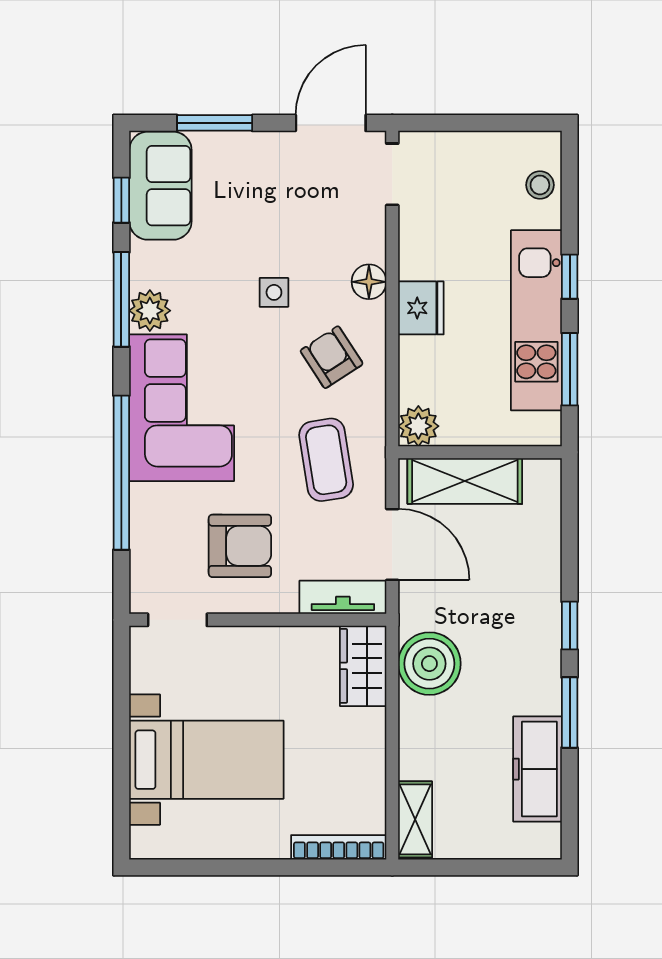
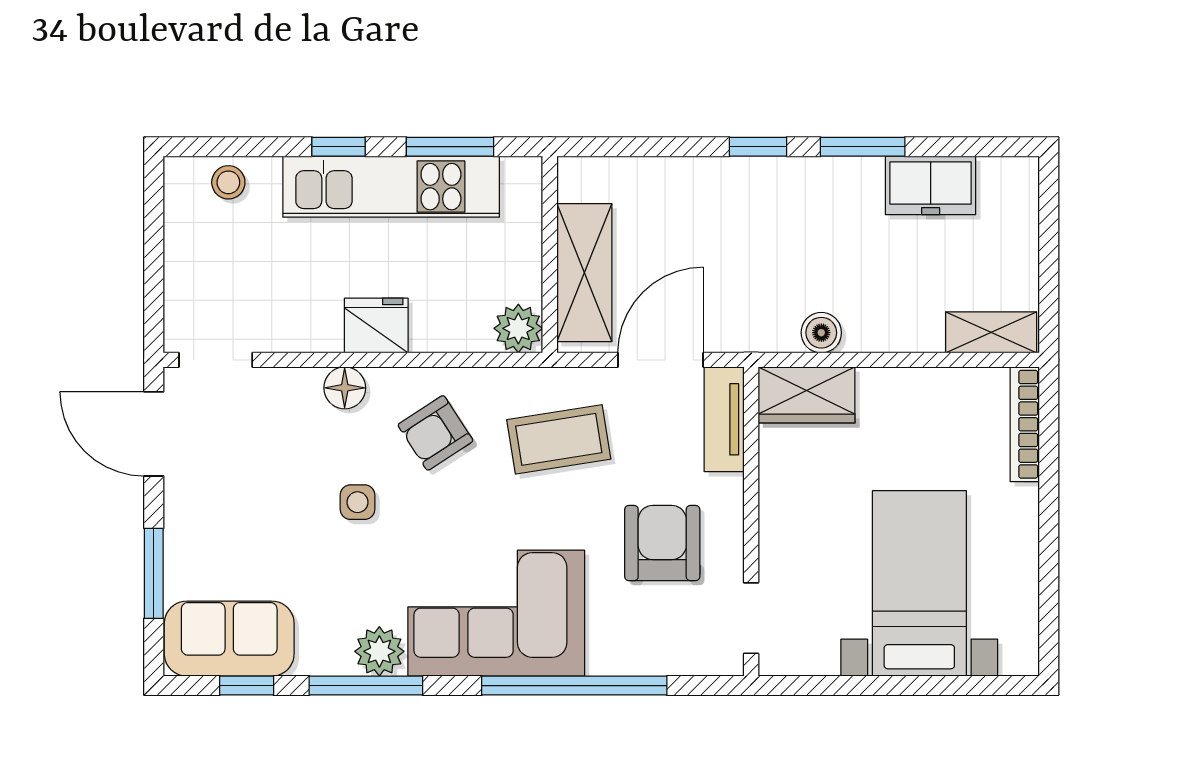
boiler: (429, 664) -> (821, 333), width x0.54, depth x0.54
freezer: (537, 769) -> (931, 185), width x0.71

